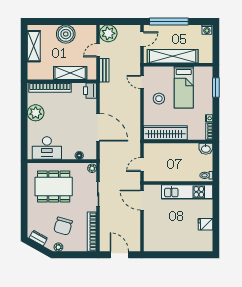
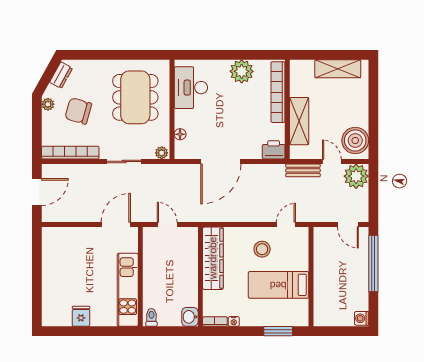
boiler: (66, 34) -> (355, 140), moved
shelving: (173, 56) -> (323, 269), removed

